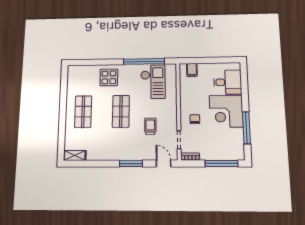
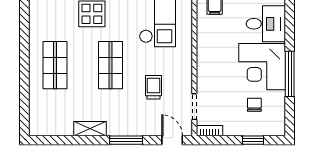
chair: (195, 119) -> (254, 105), moved
window: (246, 128) -> (290, 74), moved
shelving: (75, 155) -> (90, 129), moved
window: (222, 163) -> (253, 140), width x0.46

